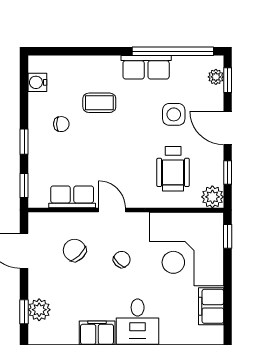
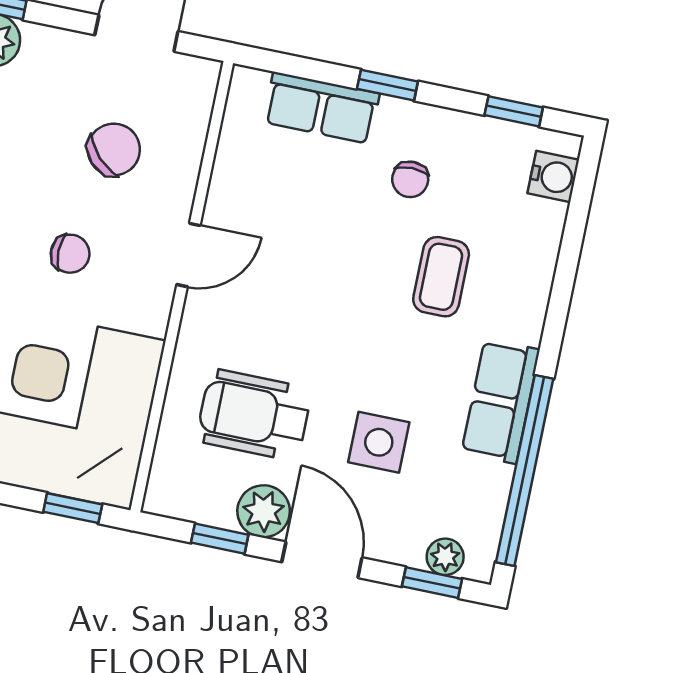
water cooler: (37, 82) -> (553, 177), moved, turned 90
door: (228, 128) -> (322, 560), hinge flipped
window: (24, 186) -> (514, 111), moved
row of seats: (72, 197) -> (321, 108), moved, turned 90
plant: (212, 197) -> (264, 511), moved
chair: (122, 259) -> (70, 254), turned -44

